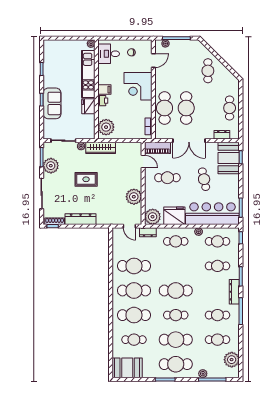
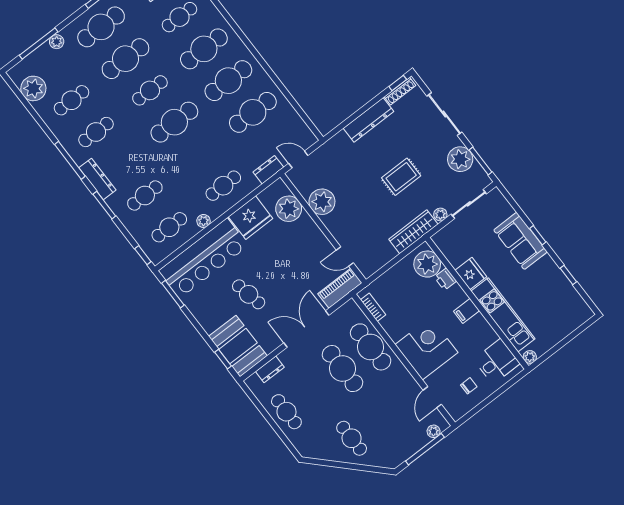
printer: (103, 101) -> (445, 279), moved
cafe table: (167, 178) -> (297, 260), removed
plant: (153, 217) -> (289, 209), moved

